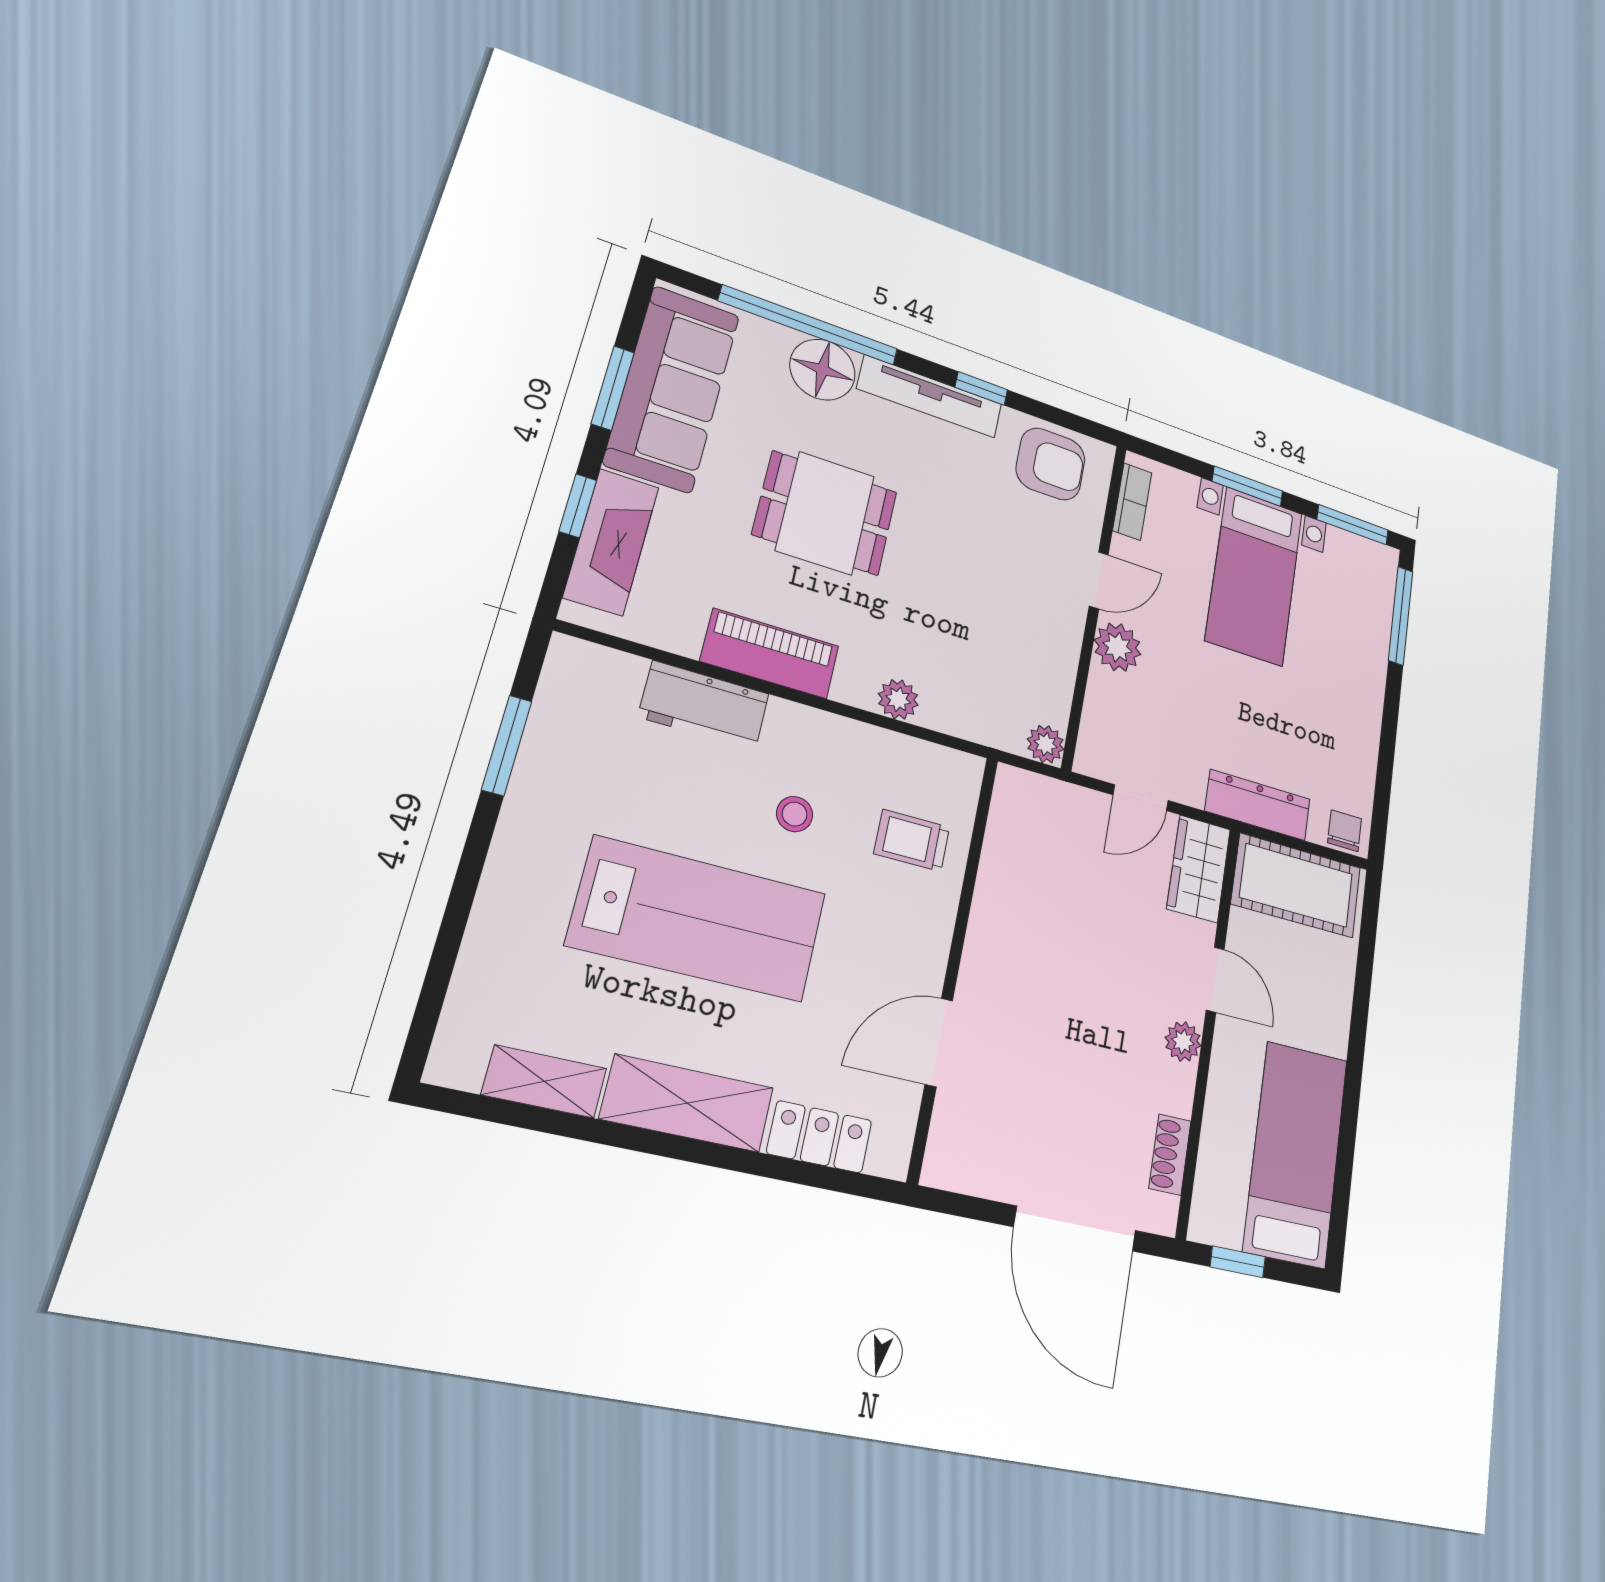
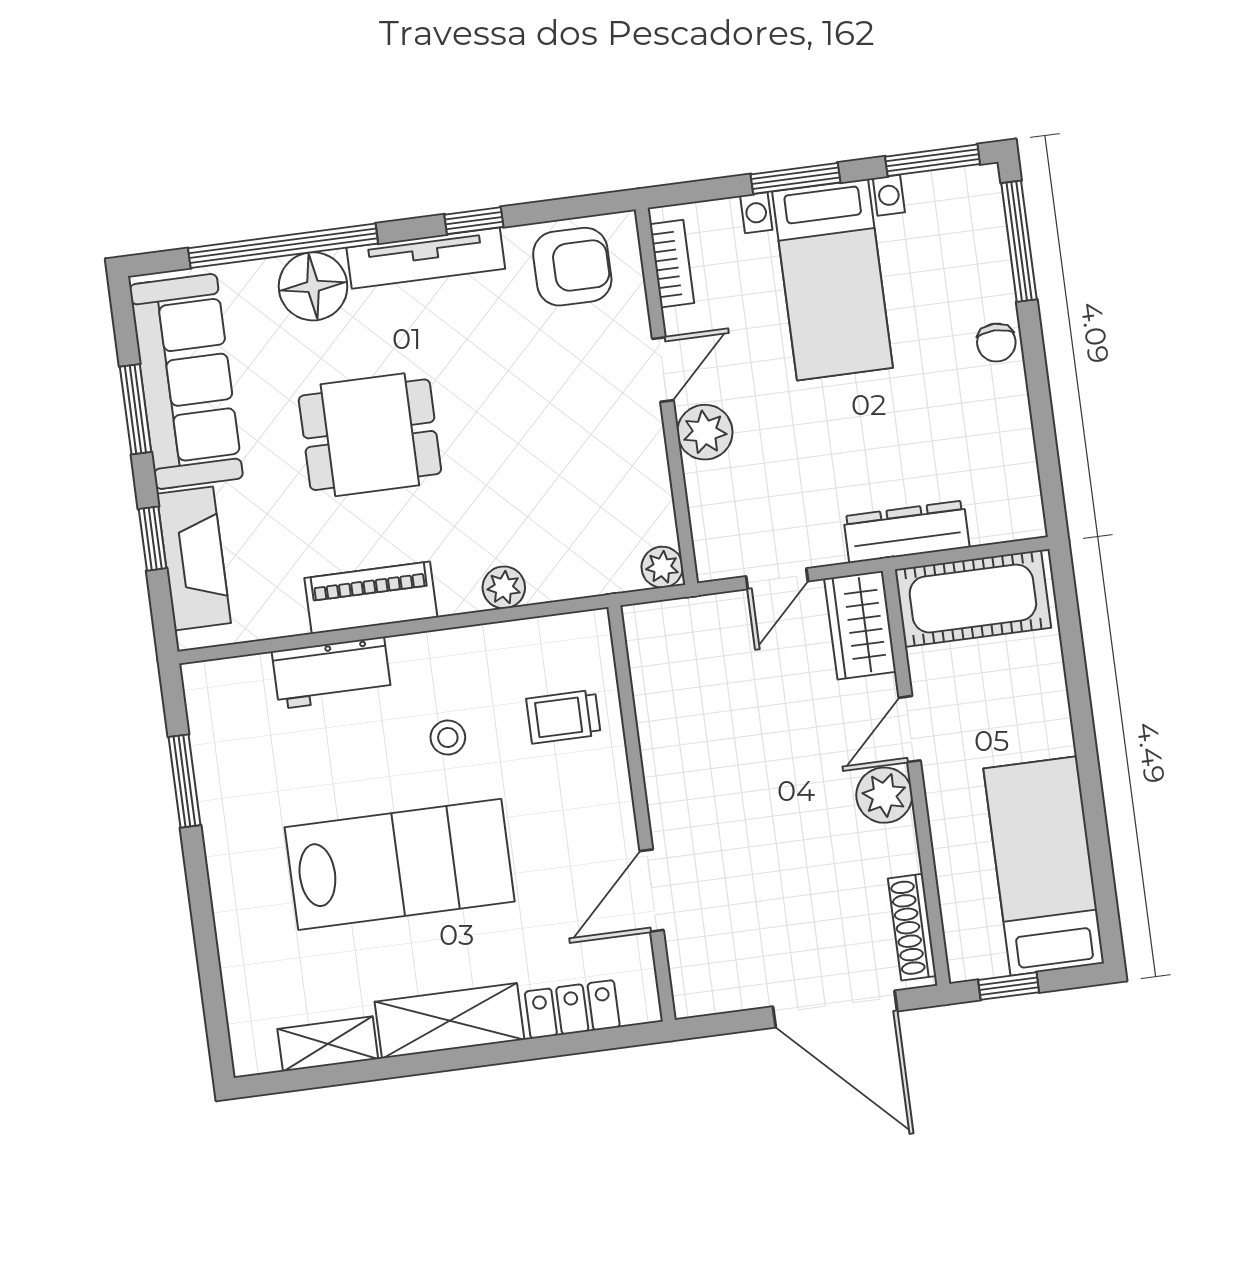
chair: (1345, 831) -> (996, 343), moved, turned 180
door: (1215, 980) -> (910, 729), swing flipped
plant: (1183, 1042) -> (884, 795), width x1.38, depth x1.38
shoe rack: (1170, 1155) -> (912, 927), width x1.43

